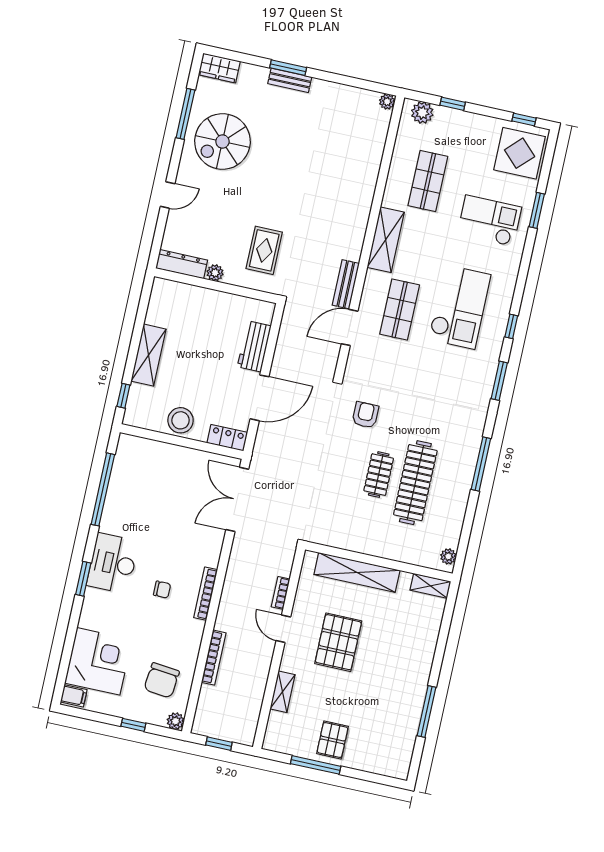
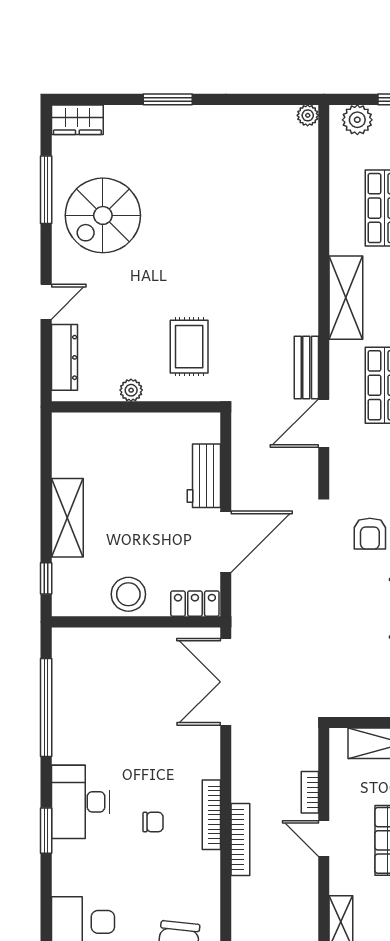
bench: (290, 80) -> (174, 116), removed
dresser: (182, 264) -> (65, 357), moved, turned 90
armchair: (365, 415) -> (370, 534), turned 180
bookcase: (214, 658) -> (240, 839), moved

